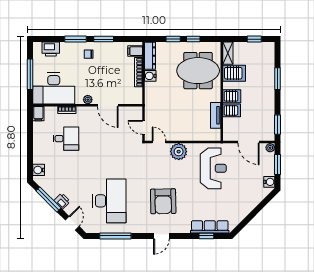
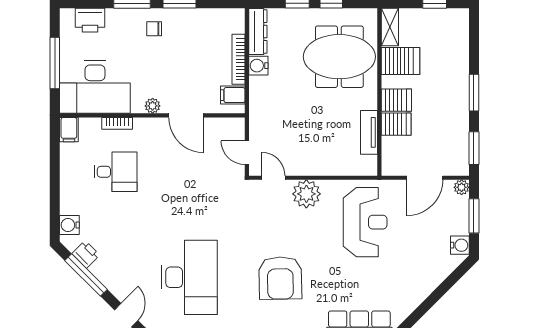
filing cabinet: (135, 51) -> (233, 95), moved
window: (278, 79) -> (474, 93), moved
door: (249, 142) -> (425, 178), hinge flipped
printer: (62, 201) -> (86, 254), moved

